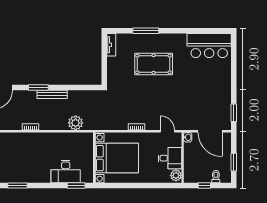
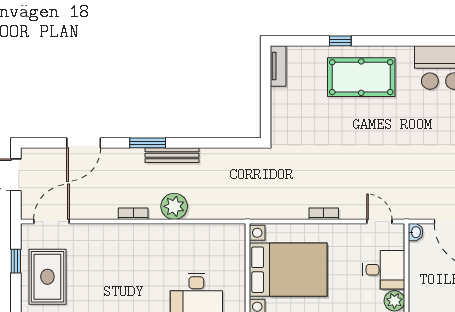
window: (146, 31) -> (340, 41), width x0.46
pool table: (154, 64) -> (361, 77), moved
plant: (76, 123) -> (174, 206), moved

